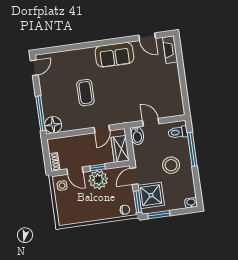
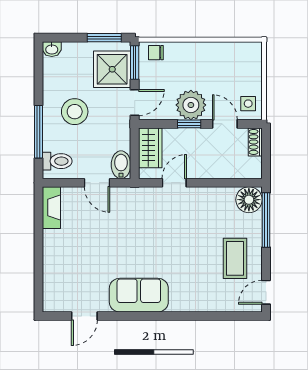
door: (147, 37) -> (84, 316), swing flipped
fireplace: (170, 50) -> (51, 208), moved
coffee table: (85, 93) -> (235, 258), moved

